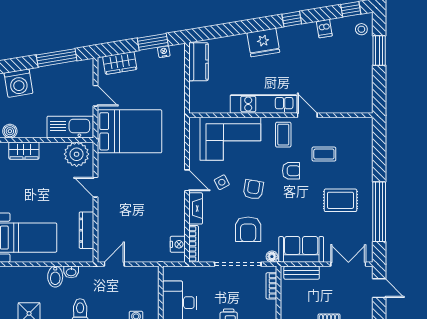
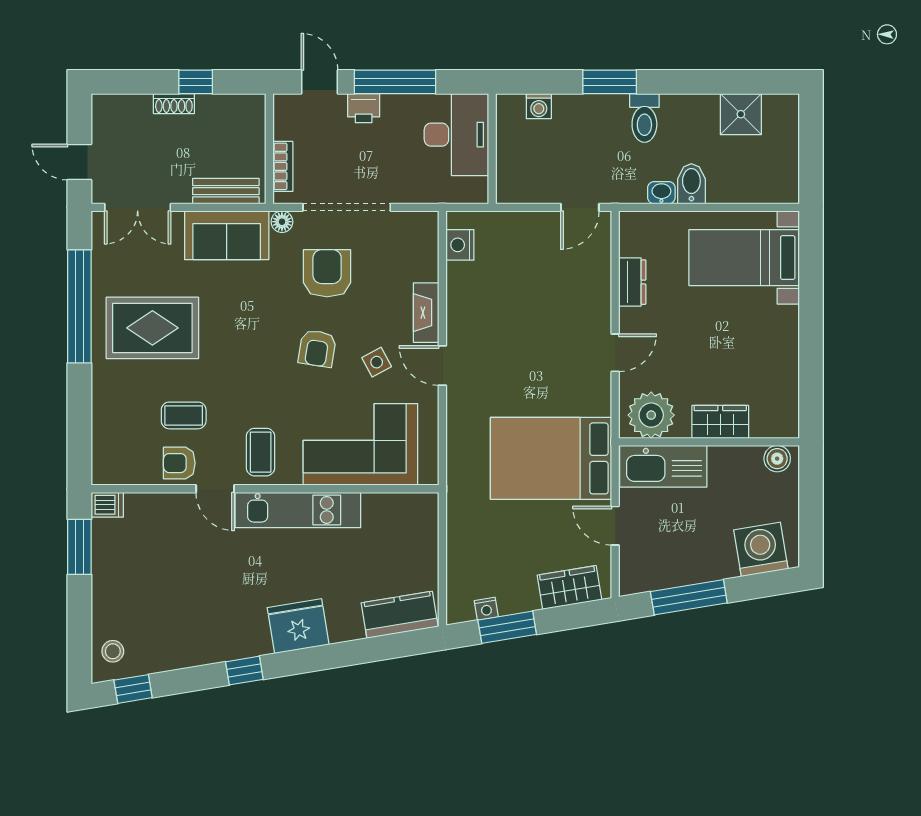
dishwasher: (324, 29) -> (107, 505), moved, turned 99
window: (379, 50) -> (79, 547), moved
kitchen counter: (198, 62) -> (400, 615), moved, turned 81
wardrobe: (24, 151) -> (720, 422), moved
armchair: (291, 171) -> (179, 463), moved
door: (96, 187) -> (615, 353), hinge flipped
rug: (340, 200) -> (152, 328), width x1.36, depth x1.43
dresser: (87, 230) -> (632, 282), width x0.70
bookcase: (194, 244) -> (430, 246), removed

